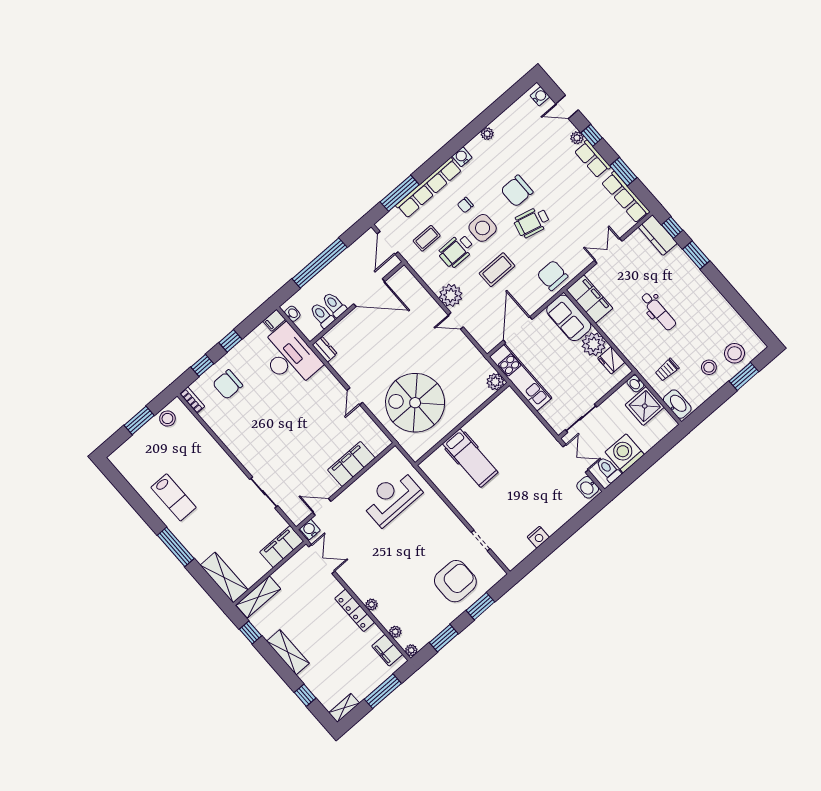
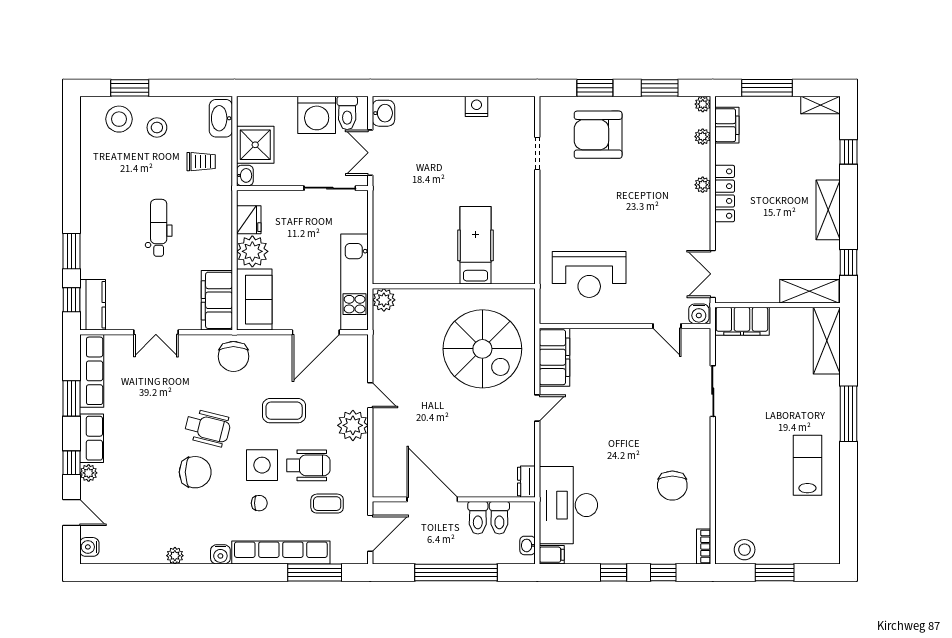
chair: (228, 385) -> (672, 486), moved, turned 90
filing cabinet: (351, 464) -> (555, 357), moved, turned -90

